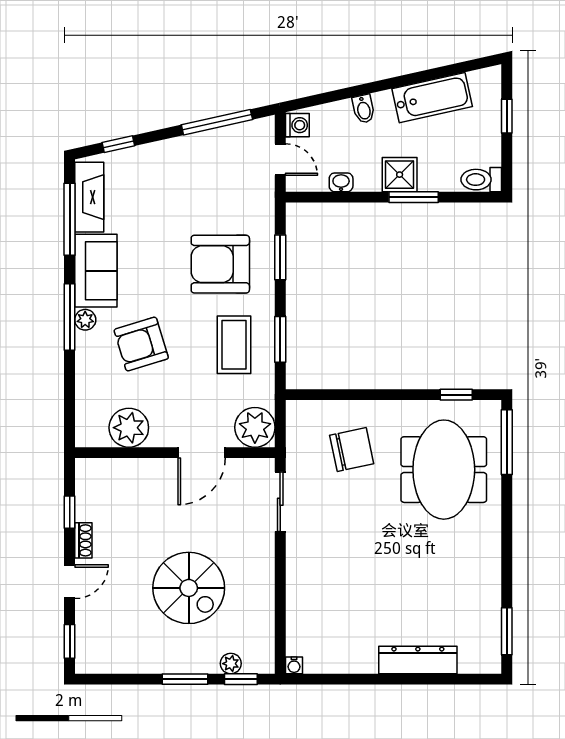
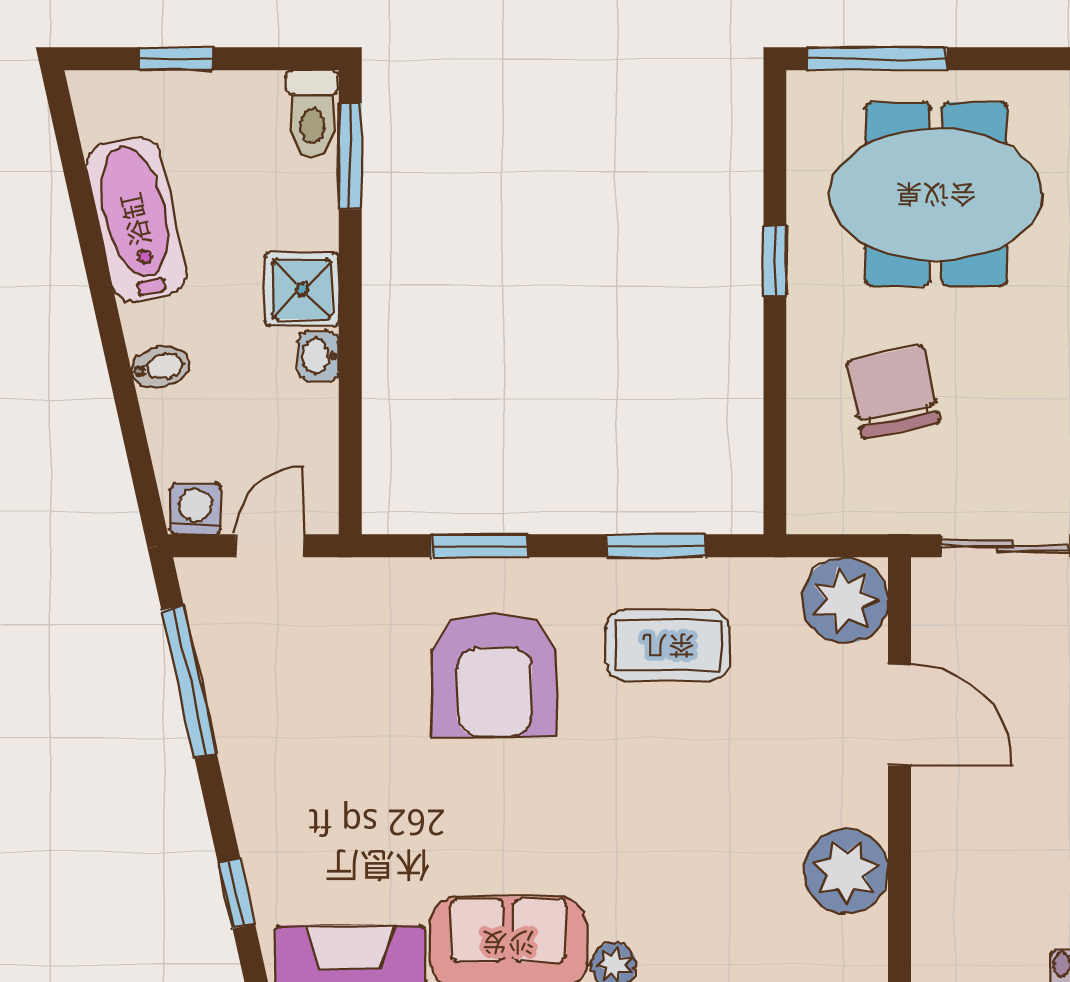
washbasin: (341, 182) -> (318, 356), moved
window: (414, 197) -> (350, 156), moved
armchair: (141, 344) -> (666, 845), removed
window: (456, 395) -> (775, 260), moved

